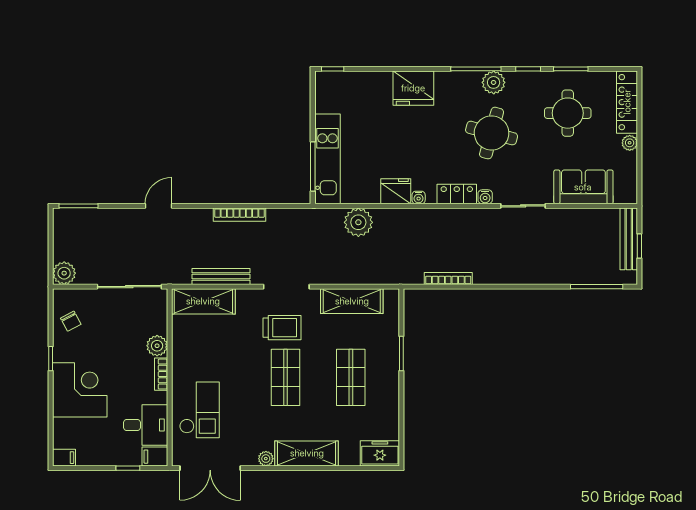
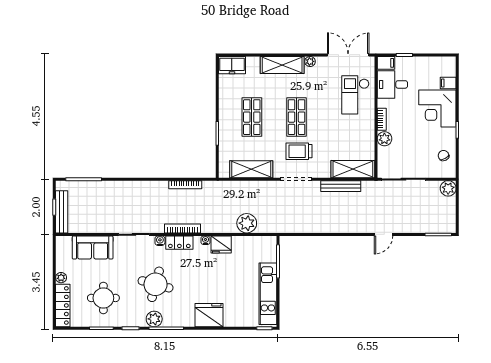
kitchen unit: (327, 159) -> (268, 294), moved
bookcase: (240, 215) -> (182, 228), moved
filing cabinet: (64, 458) -> (448, 83), moved

